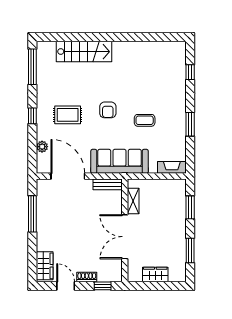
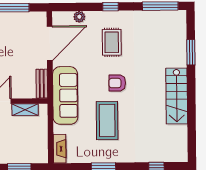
window: (78, 37) -> (191, 52), added
stairs: (84, 52) -> (177, 96), moved
coffee table: (145, 120) -> (107, 120), width x1.86, depth x1.72

